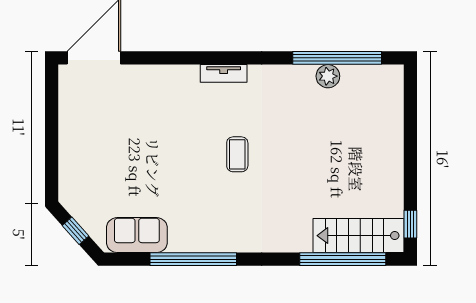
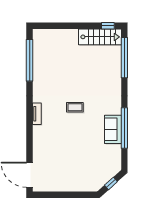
plant: (328, 76) -> (38, 65), removed
sofa: (137, 235) -> (113, 129), moved
stairs: (358, 236) -> (100, 37), moved, turned -90

